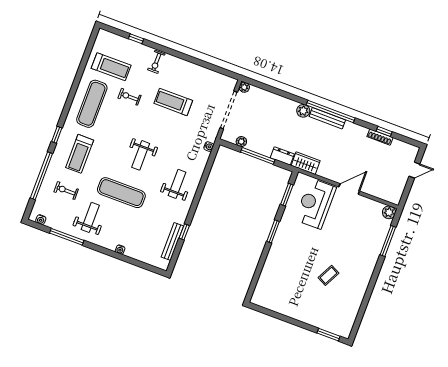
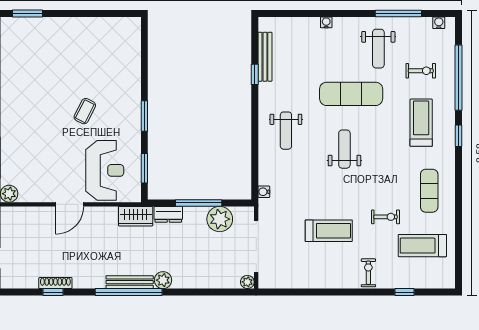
exercise mat: (92, 104) -> (429, 191), width x0.73, depth x0.69
plant: (241, 142) -> (220, 219), width x1.87, depth x1.87
coffee table: (329, 275) -> (85, 111), moved

